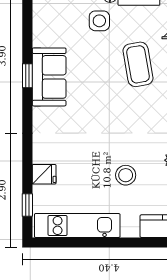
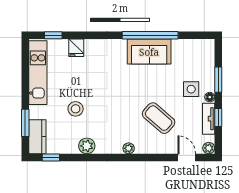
coffee table: (138, 64) -> (159, 118), turned 51
window: (27, 76) -> (150, 35), width x3.17
window: (144, 242) -> (25, 123), added

